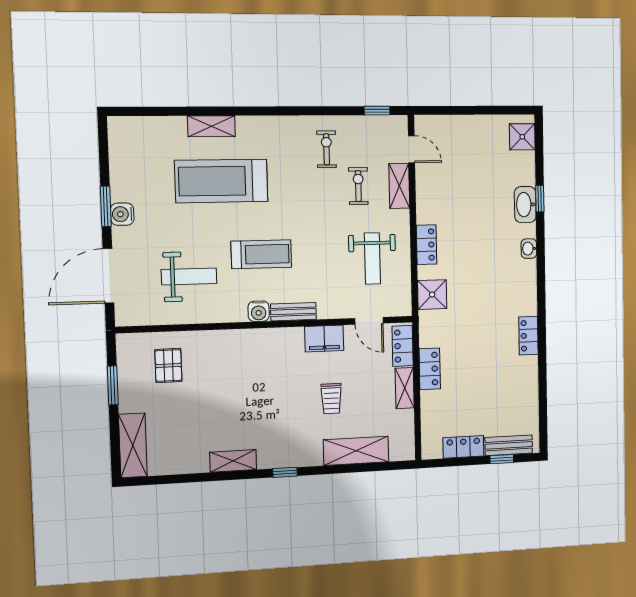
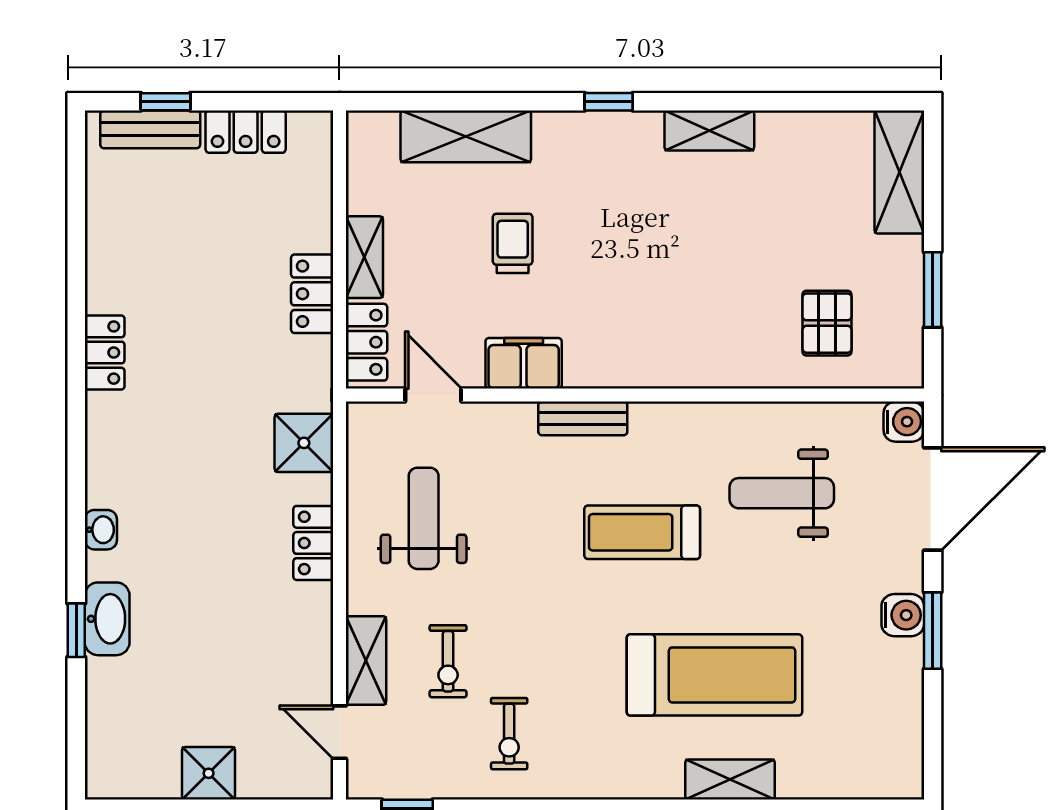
shower: (522, 137) -> (209, 773), moved
water cooler: (259, 311) -> (904, 422), moved, turned 90

